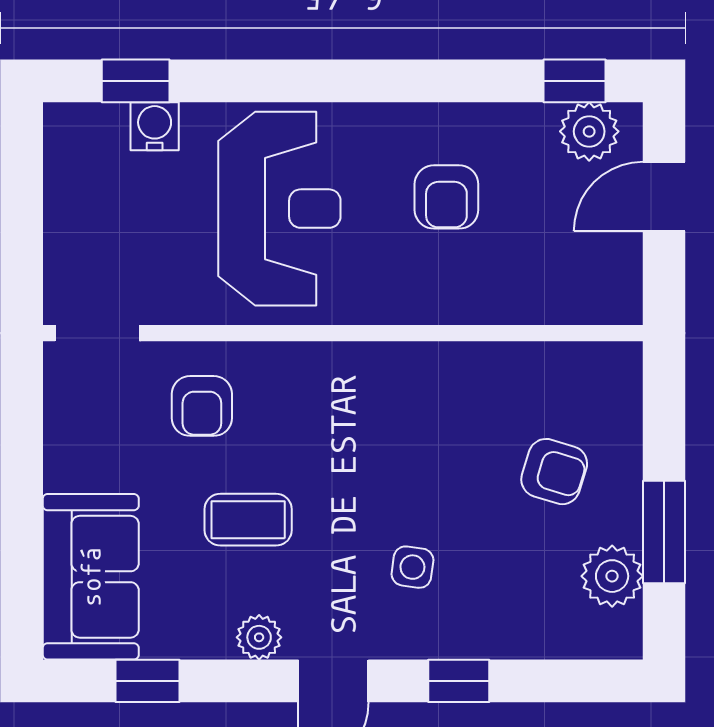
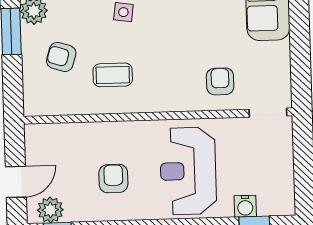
coffee table: (248, 520) -> (113, 75), moved

